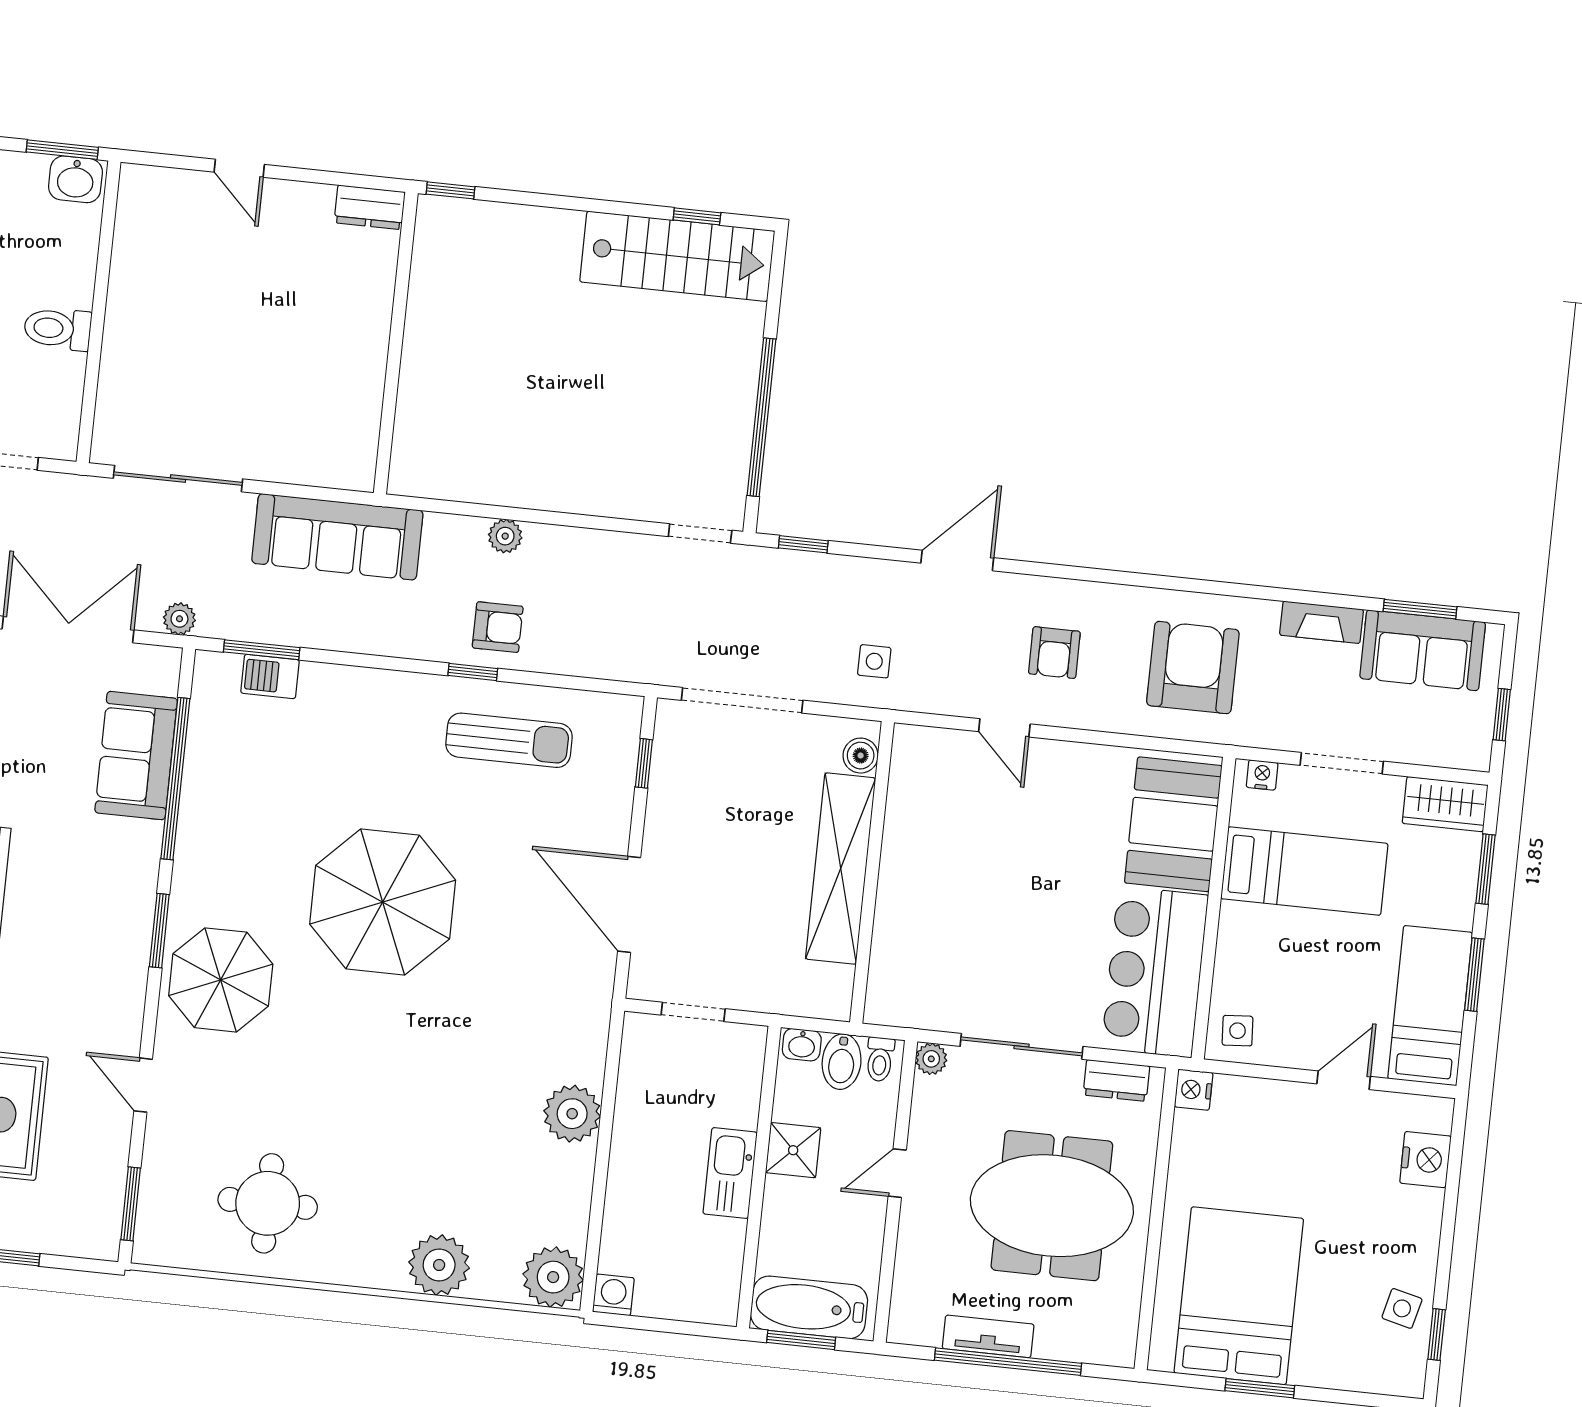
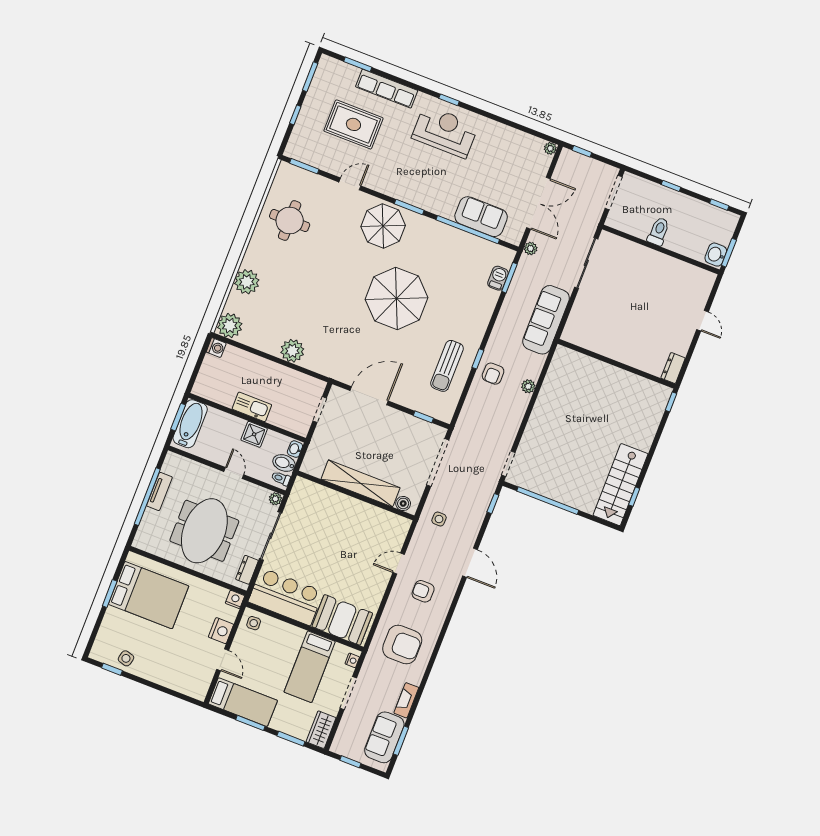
door: (239, 168) -> (702, 321), swing flipped
nightstand: (1425, 1160) -> (221, 631), moved, turned -90

